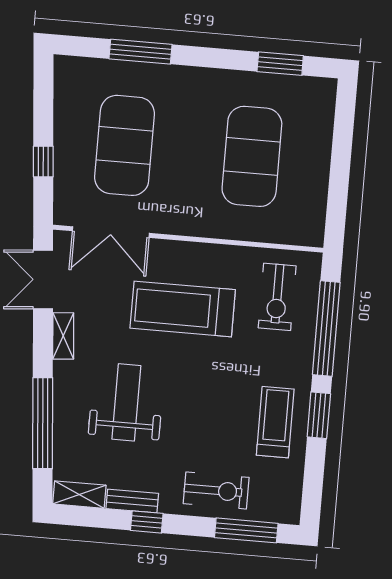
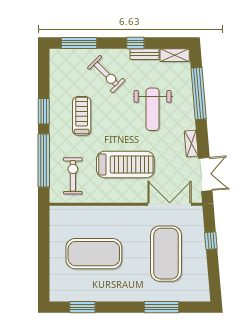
exercise mat: (252, 156) -> (94, 254), turned 90
treadmill: (275, 422) -> (82, 116), moved, turned 180
exercise bike: (216, 491) -> (106, 74), moved, turned -135

